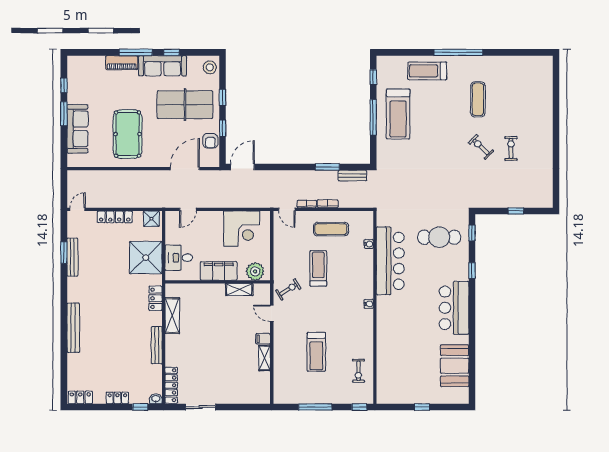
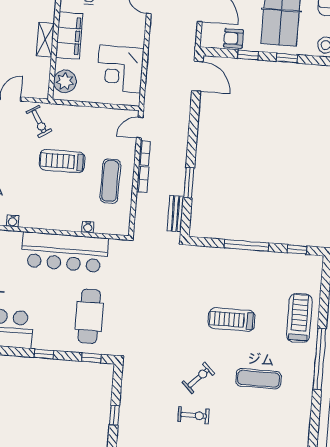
treadmill: (398, 114) -> (232, 320), moved, width x0.73, depth x0.73
treadmill: (318, 268) -> (62, 161), turned 180
shelving: (239, 290) -> (45, 40), moved

